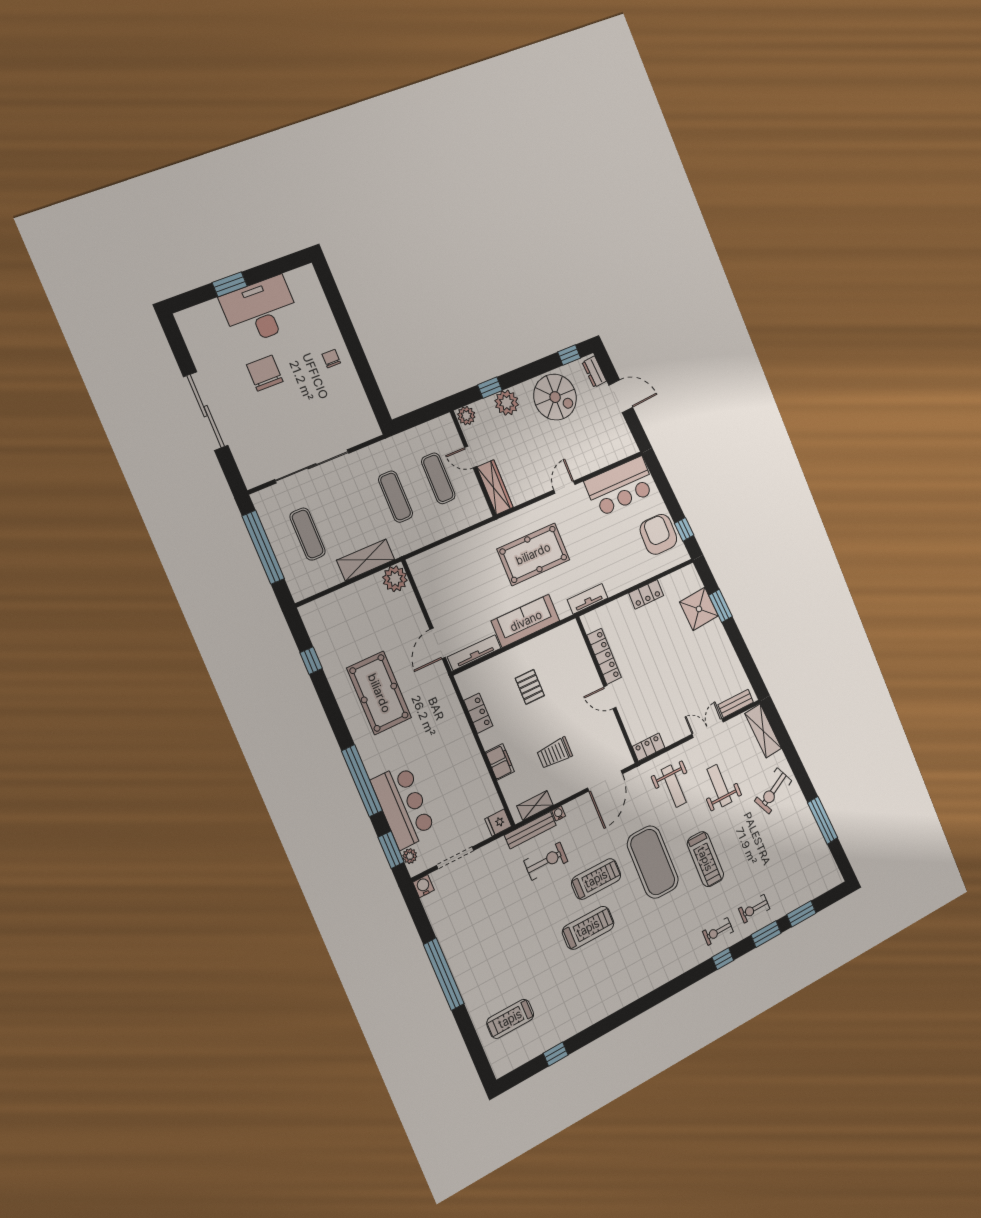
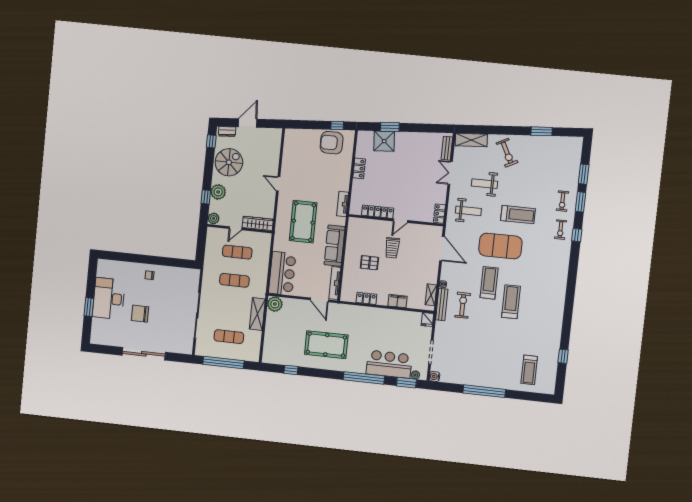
bar counter: (620, 486) -> (282, 273), moved
trolley: (555, 753) -> (392, 248), moved
window: (823, 820) -> (542, 131), width x0.69

